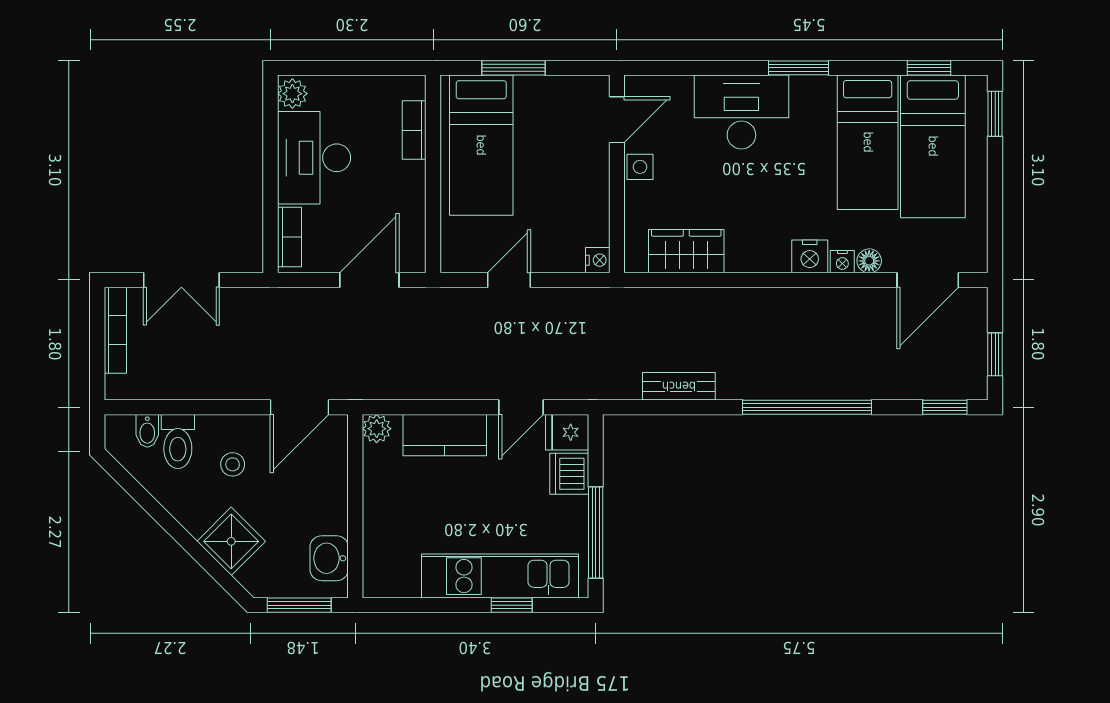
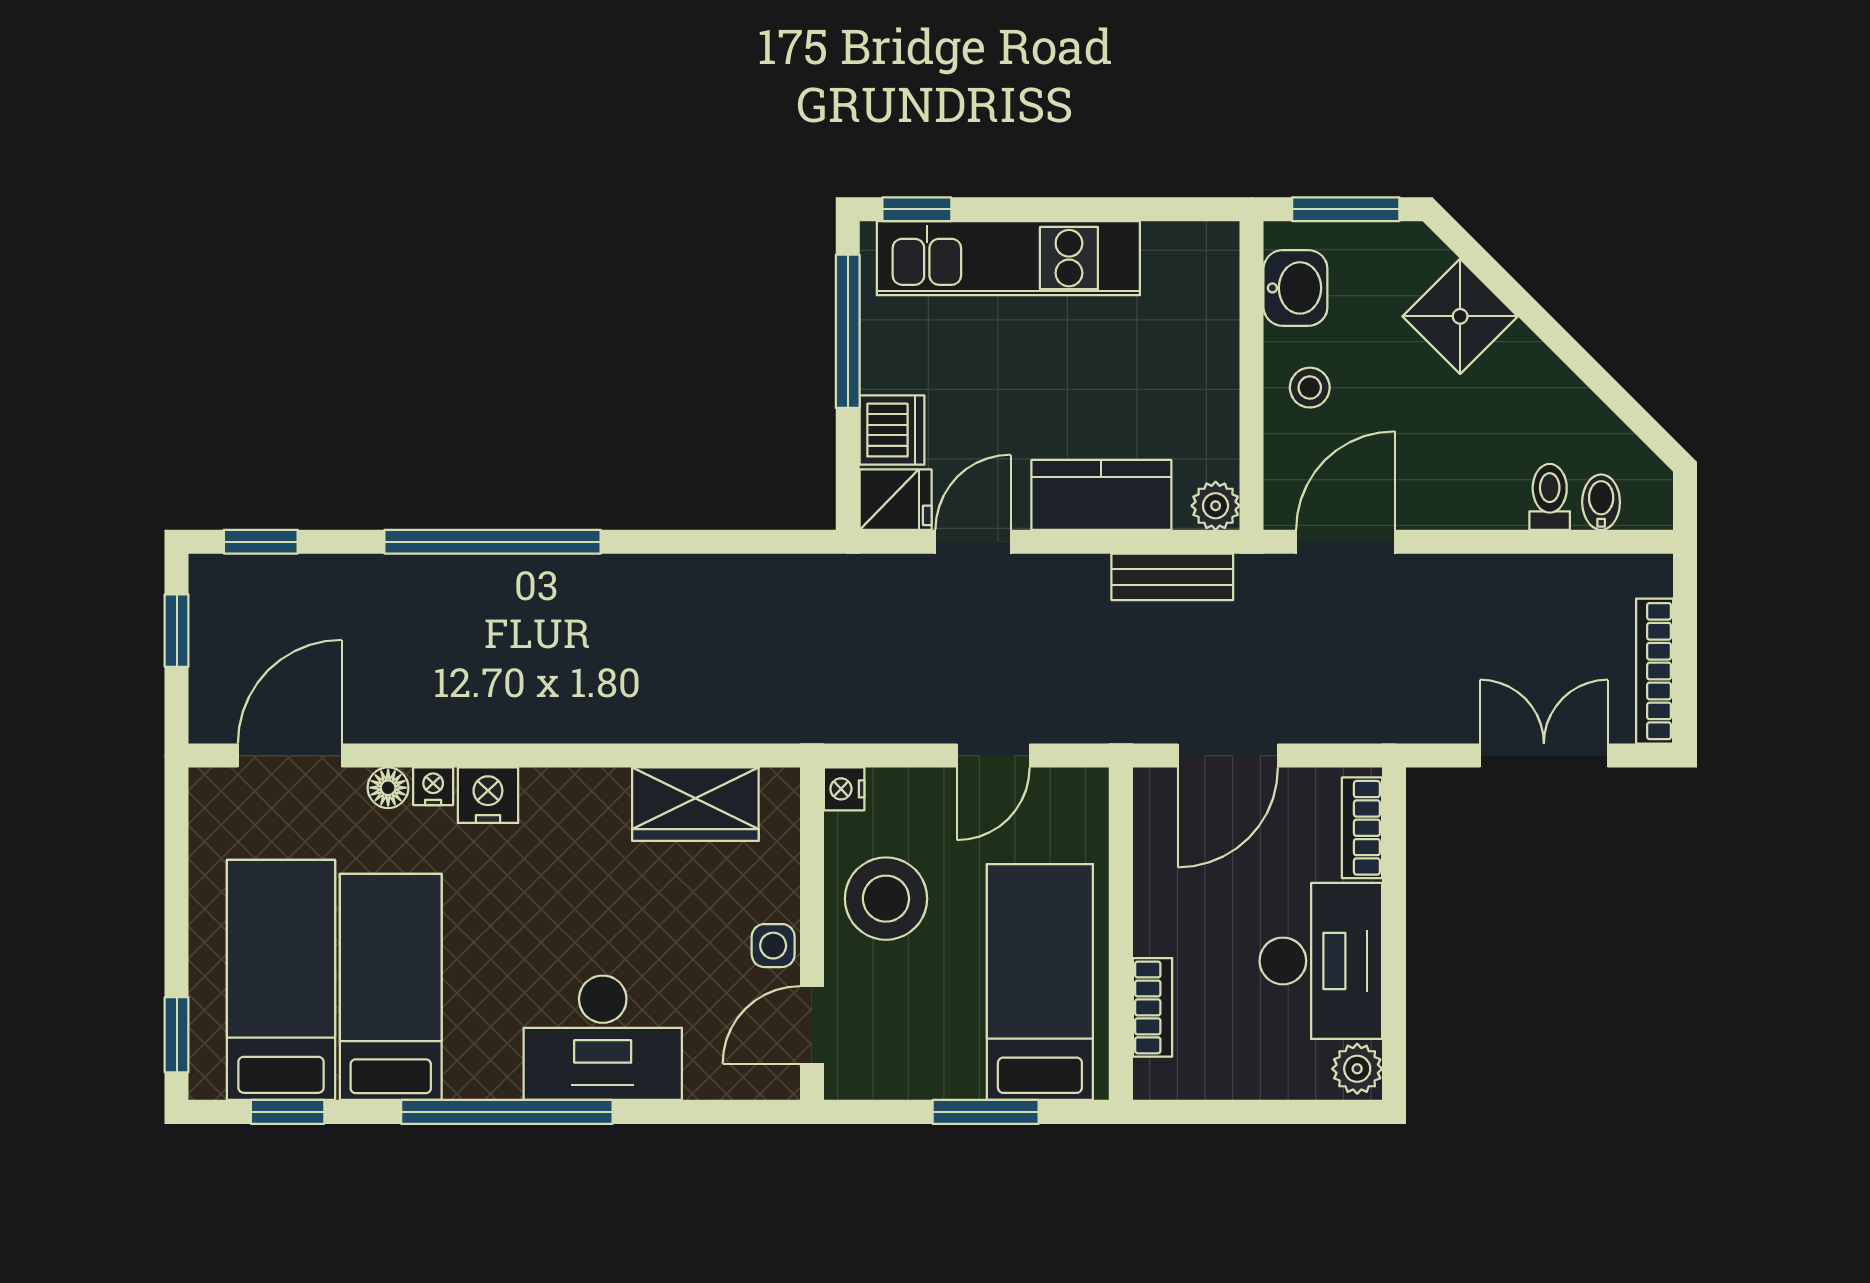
window: (798, 68) -> (507, 1112), width x2.11
stool: (573, 195) -> (886, 899), added
bench: (679, 386) -> (1172, 577), moved
toilet: (178, 442) -> (1550, 497), width x0.73, depth x0.72
stool: (233, 464) -> (1310, 388), moved
window: (512, 605) -> (917, 209), moved

